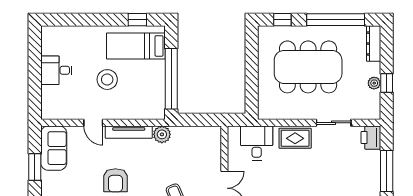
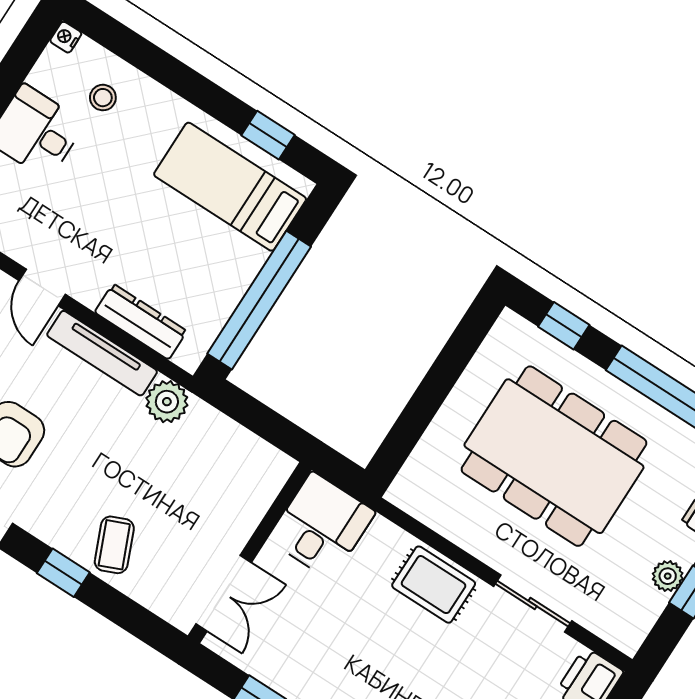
nightstand: (46, 31) -> (66, 37), added
stool: (107, 80) -> (103, 98), moved, width x0.53, depth x0.53
dresser: (135, 113) -> (141, 322), added
desk: (257, 143) -> (322, 526), moved

